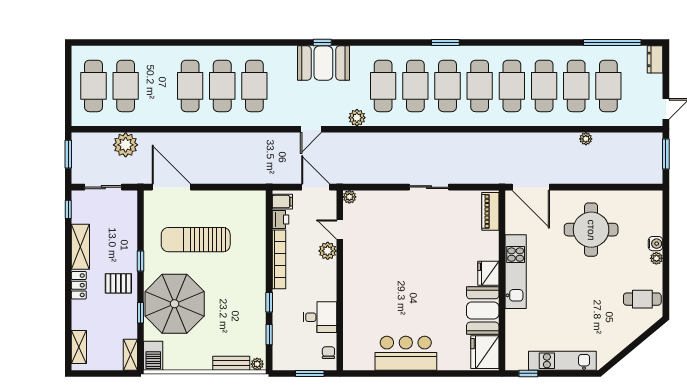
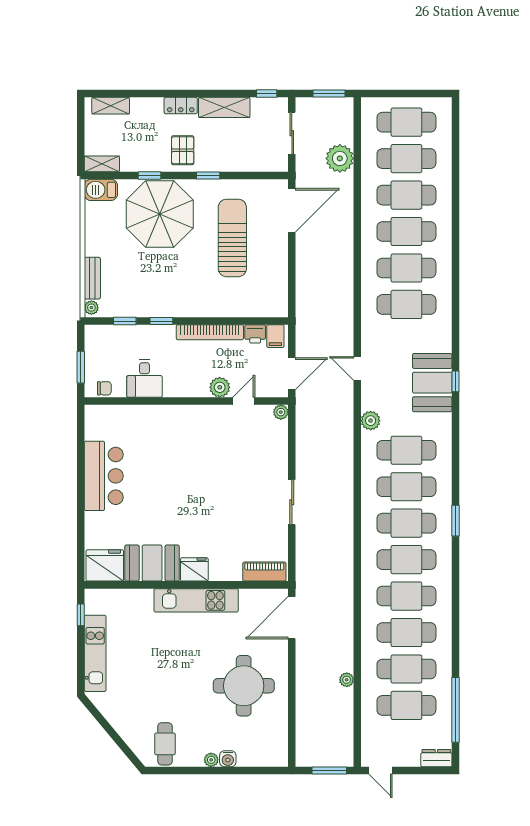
cafe table: (158, 86) -> (406, 195), added

